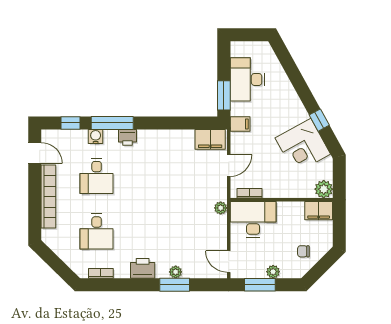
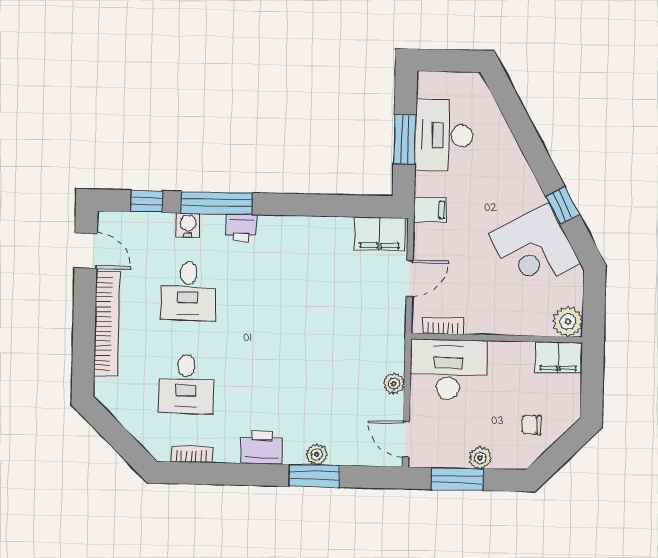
window: (224, 95) -> (405, 139), moved
plant: (221, 208) -> (394, 384), moved

